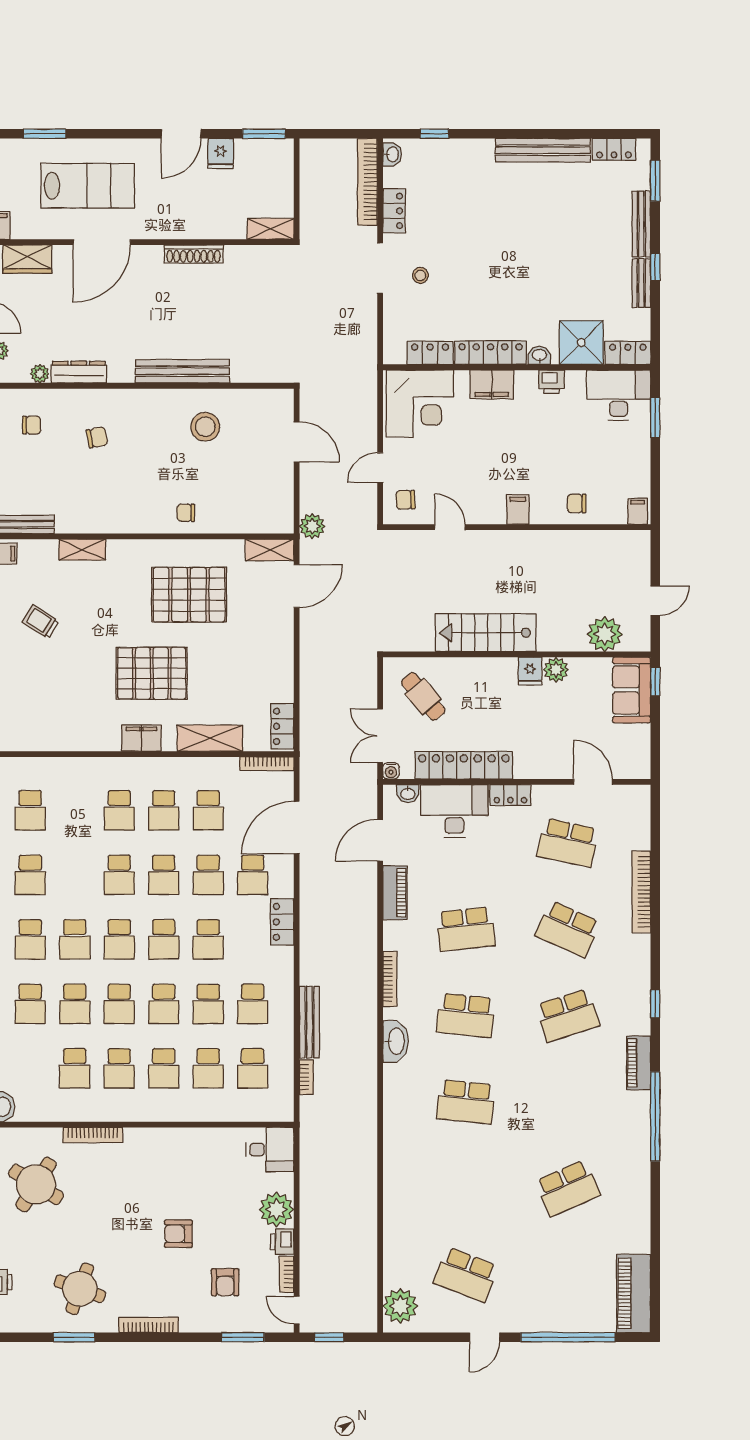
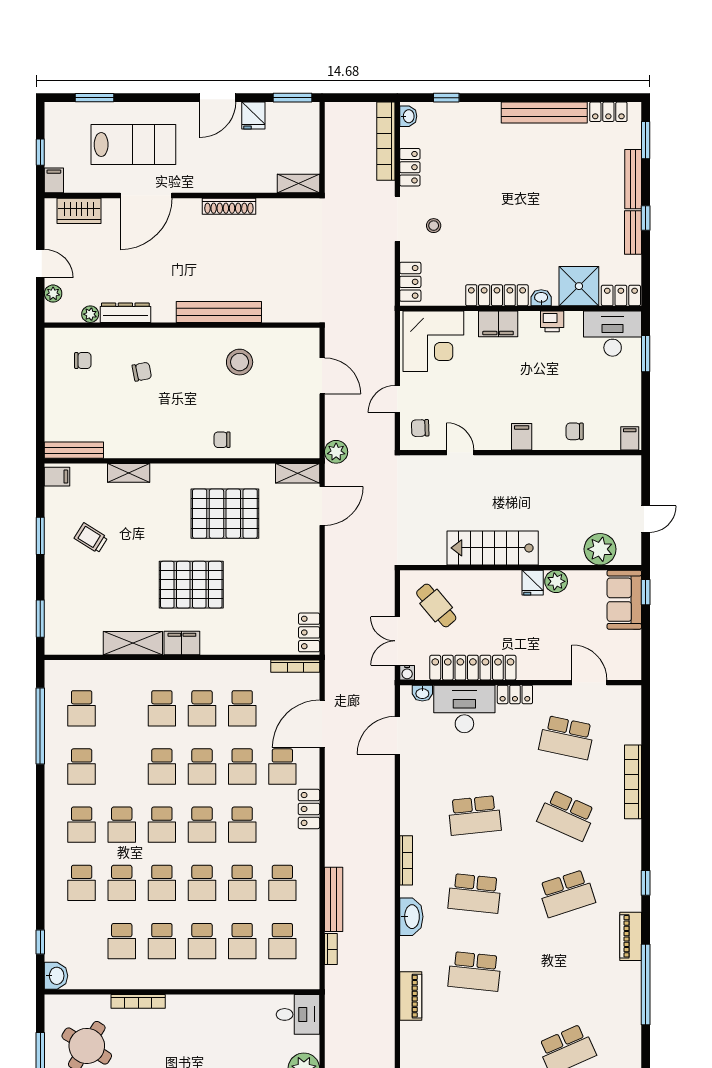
locker: (430, 353) -> (410, 282), moved, turned 90
shelving: (210, 738) -> (133, 643), moved
piano: (395, 893) -> (411, 996), moved

